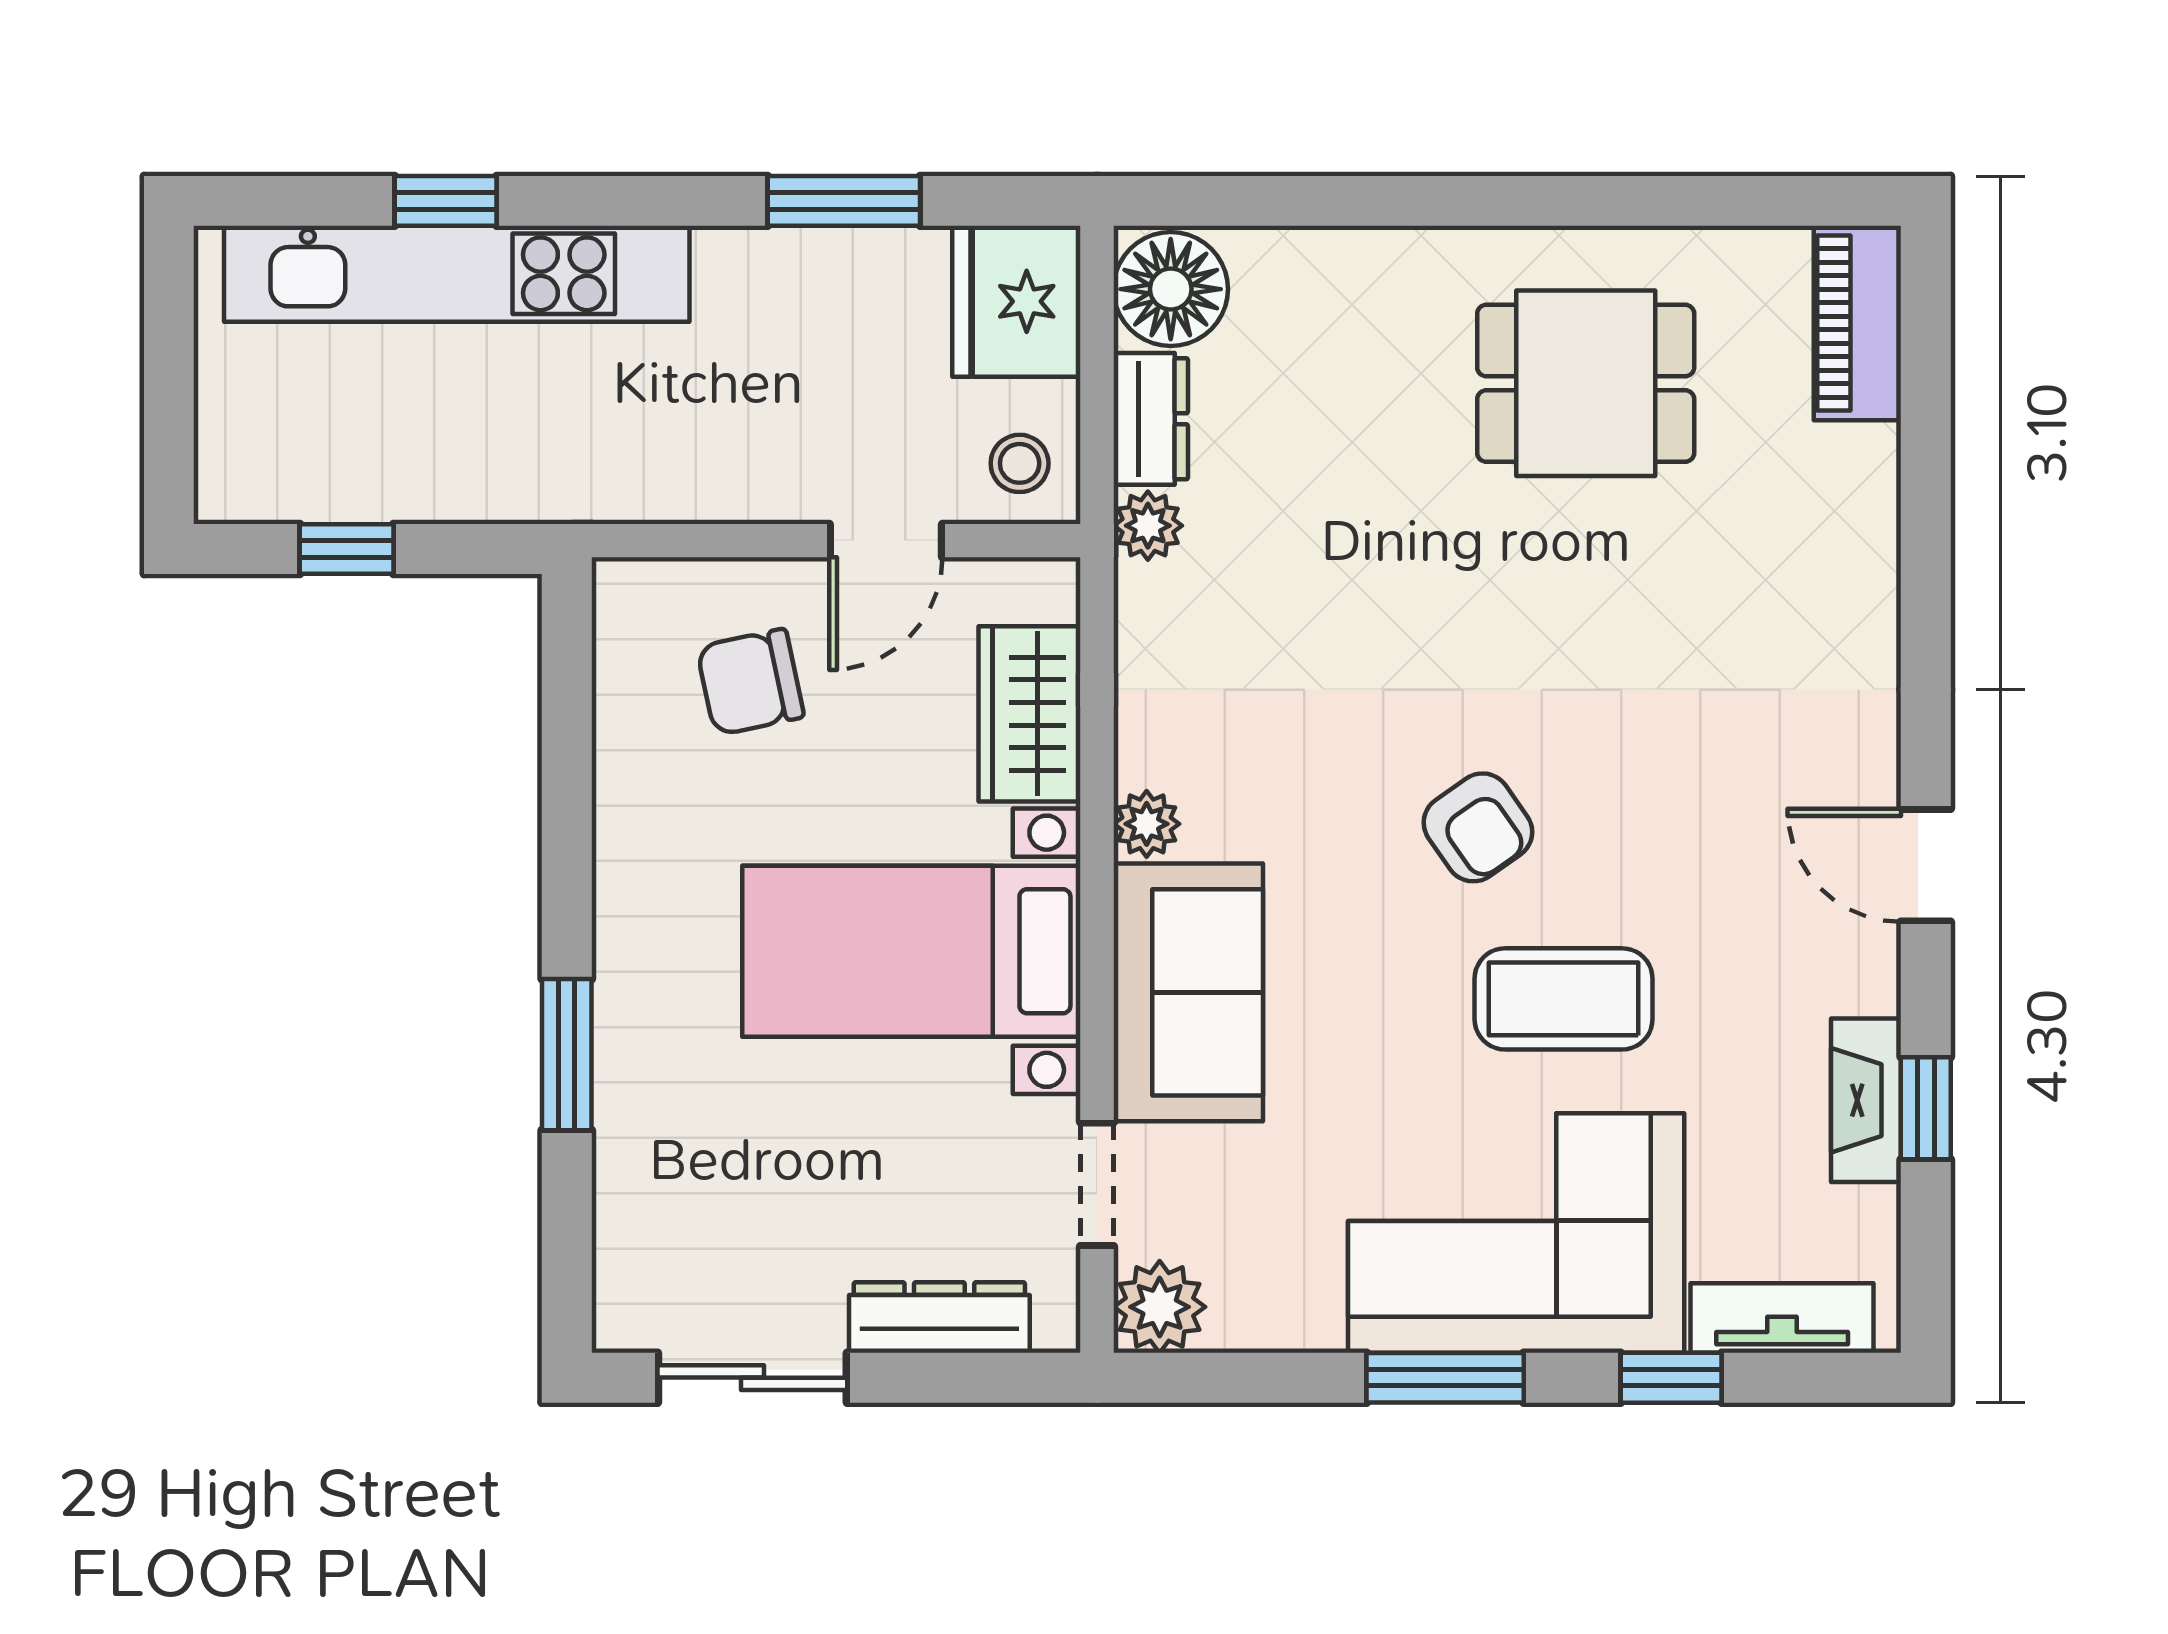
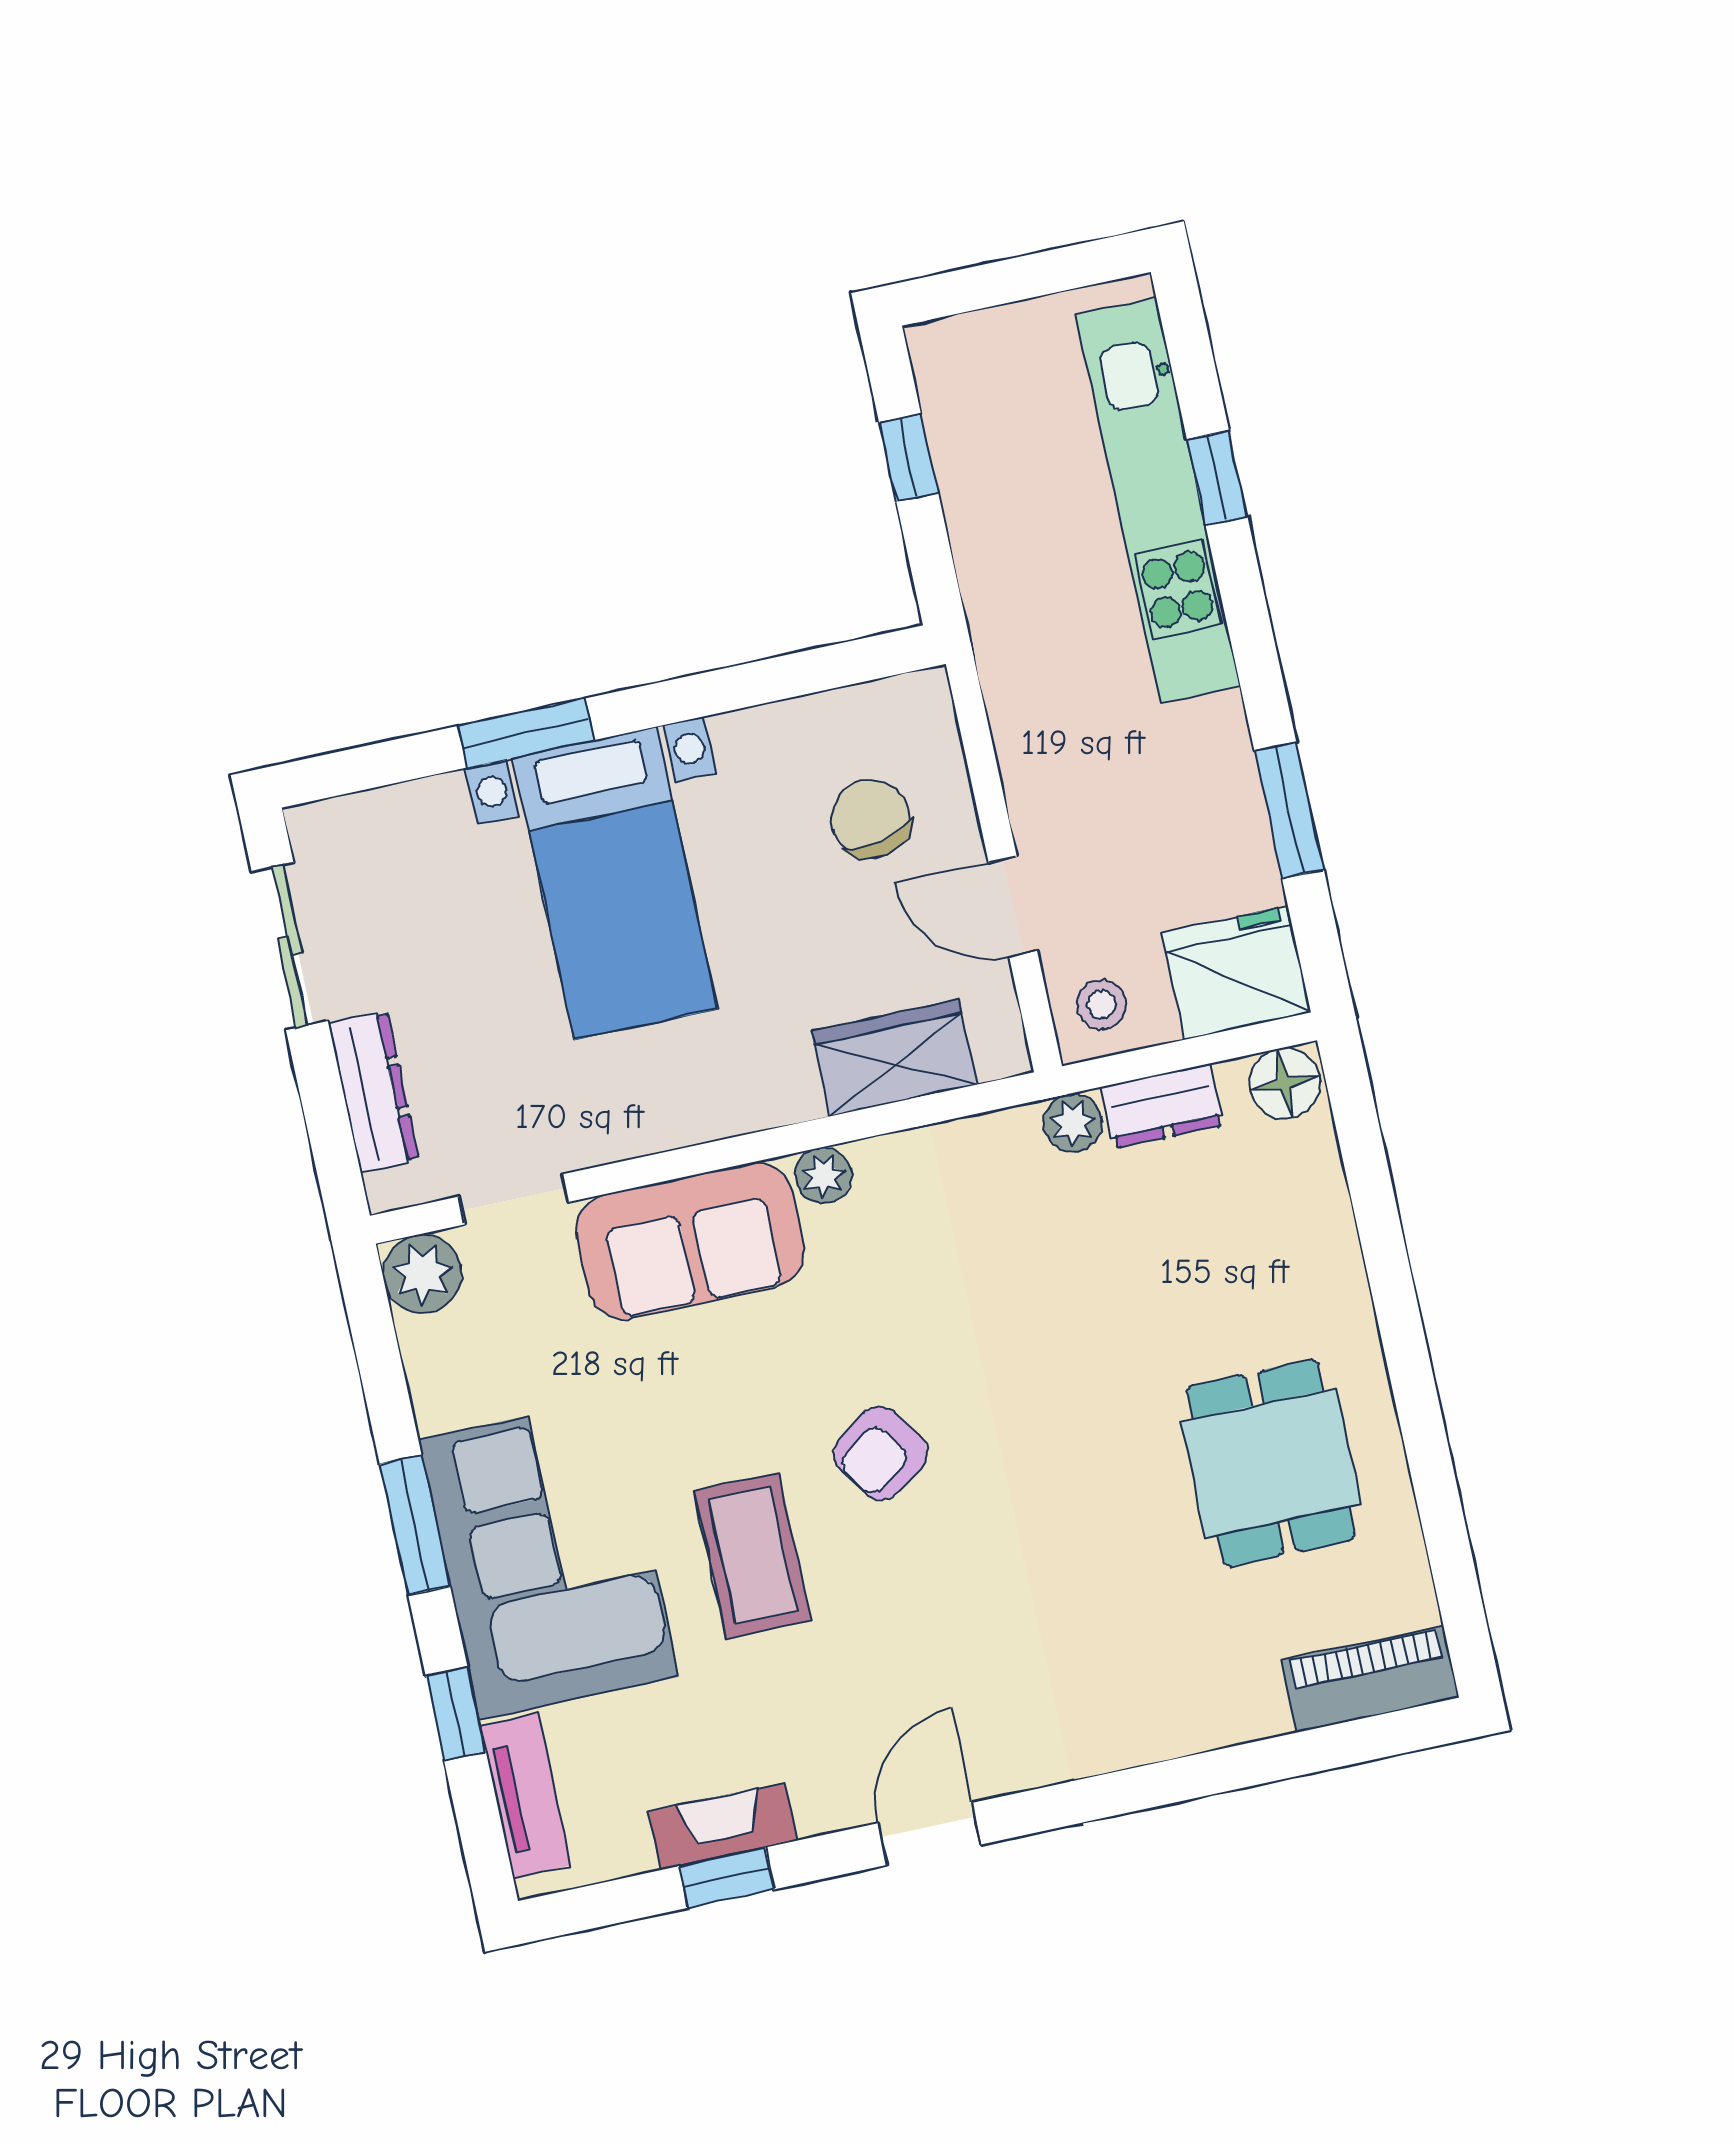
floor lamp: (1171, 289) -> (1285, 1083), width x0.73, depth x0.73
bed with nightstands: (911, 951) -> (615, 883), moved, turned 180

